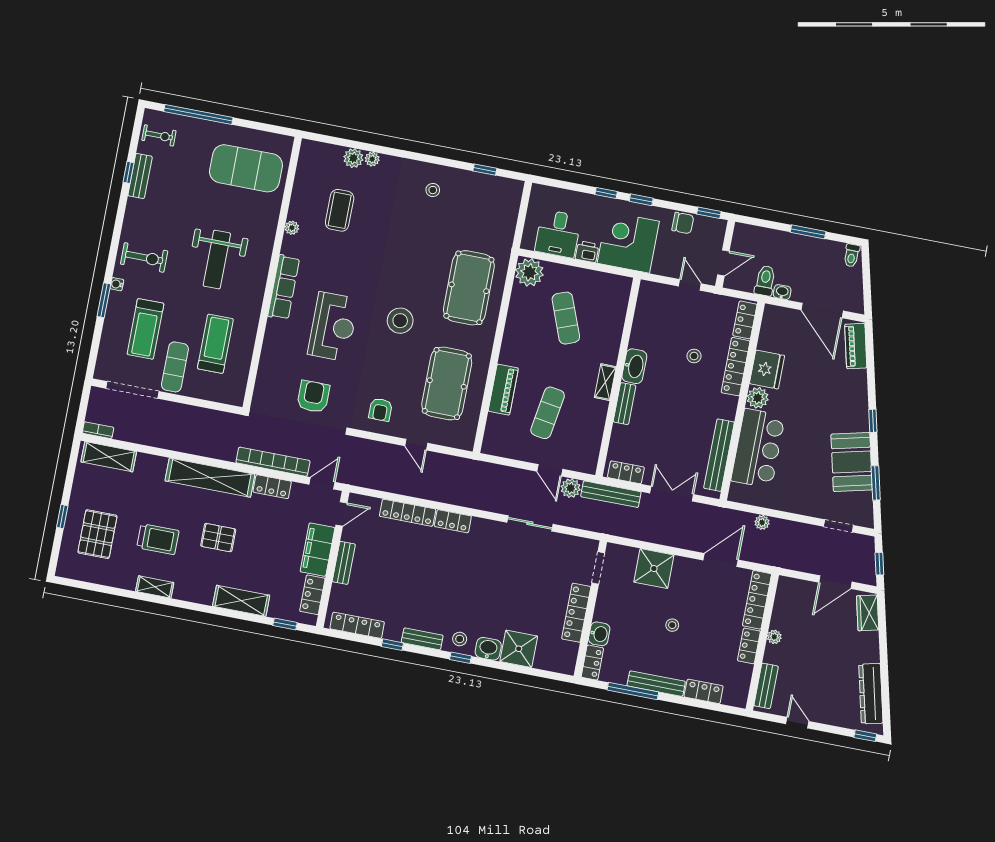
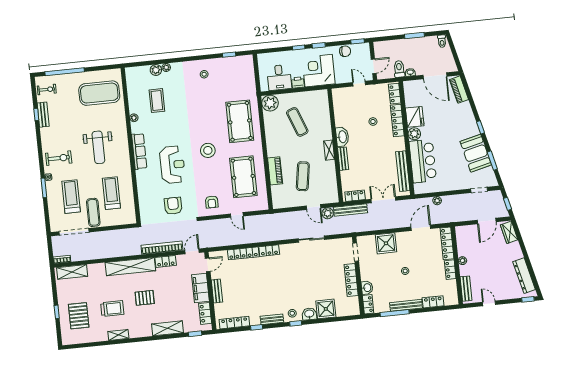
treadmill: (145, 329) -> (71, 197), turned 180

